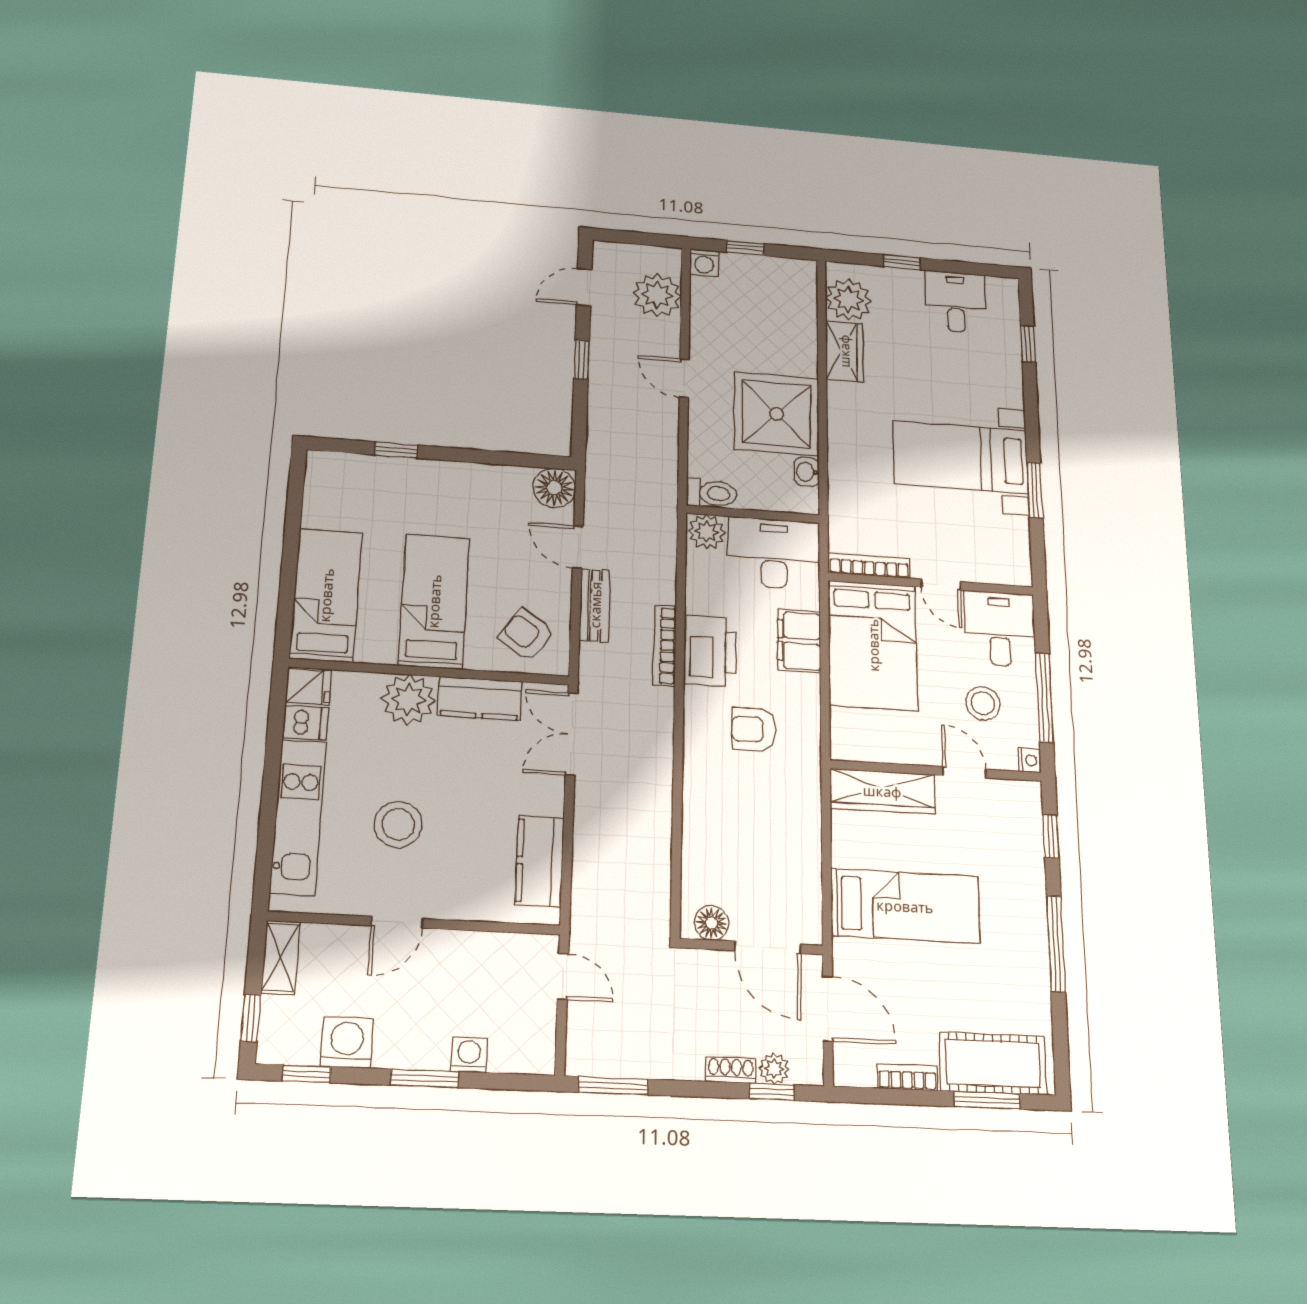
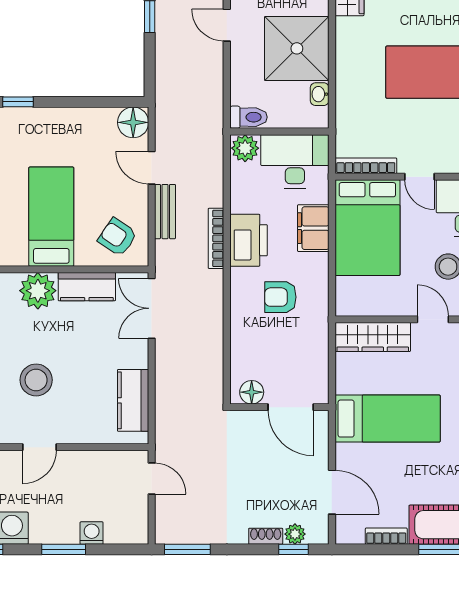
floor lamp: (711, 923) -> (252, 392), moved
wall: (751, 947) -> (279, 407), moved
door: (768, 947) -> (291, 407), moved

